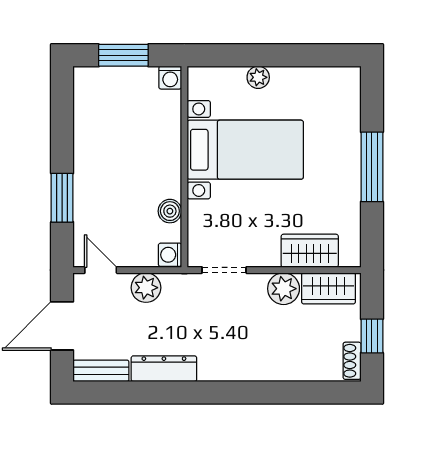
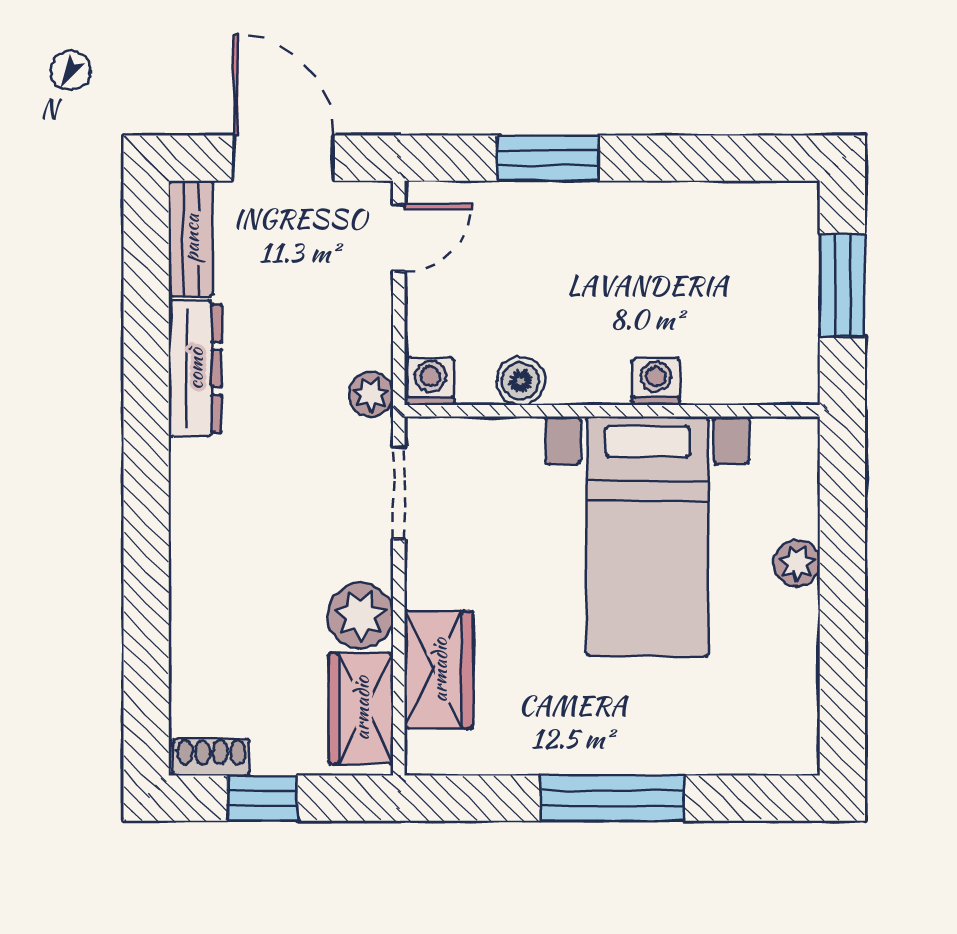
washing machine: (170, 78) -> (656, 382), moved, turned 90
plant: (146, 288) -> (371, 394), moved, width x0.73, depth x0.73

